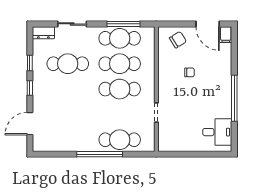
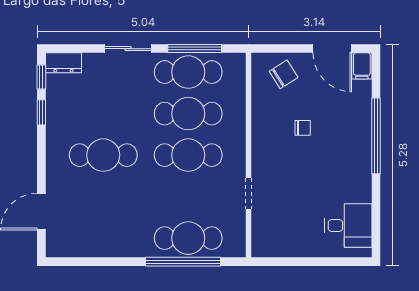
sliding door: (72, 24) -> (128, 49), moved
cafe table: (68, 64) -> (103, 155), moved
window: (30, 88) -> (41, 77), moved
window: (234, 98) -> (376, 136), moved
window: (100, 154) -> (183, 262), moved

